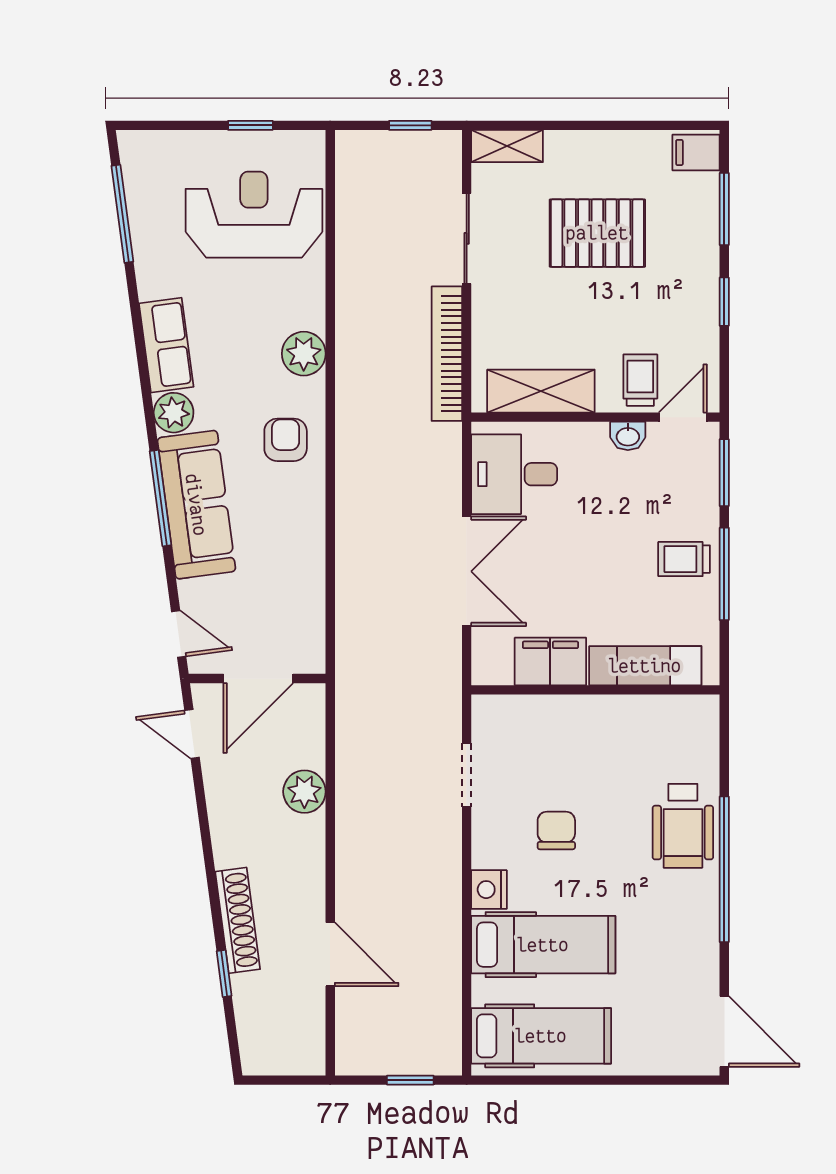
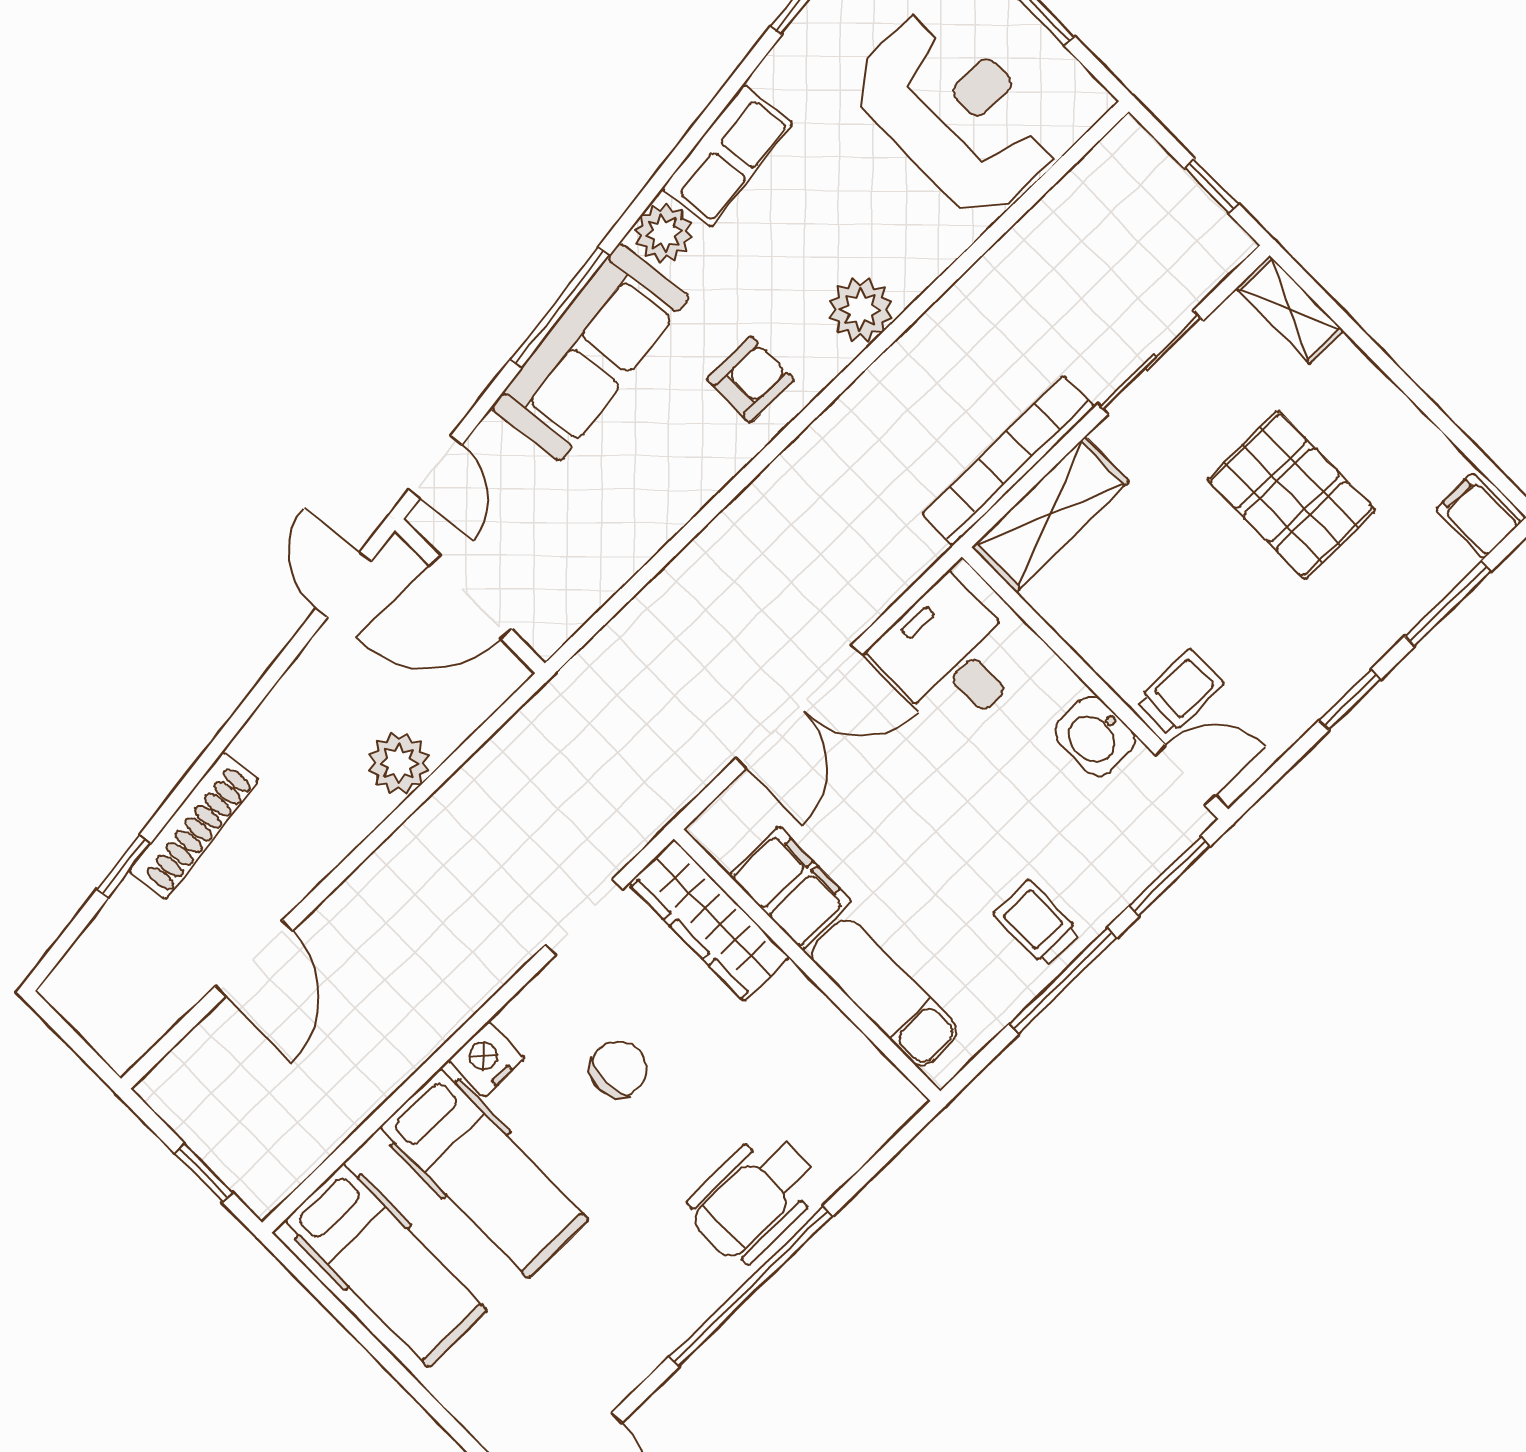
shelving: (541, 391) -> (1050, 514), moved, turned 90
washbasin: (628, 436) -> (1095, 736), width x1.38, depth x1.45
wardrobe: (527, 716) -> (709, 920), added

